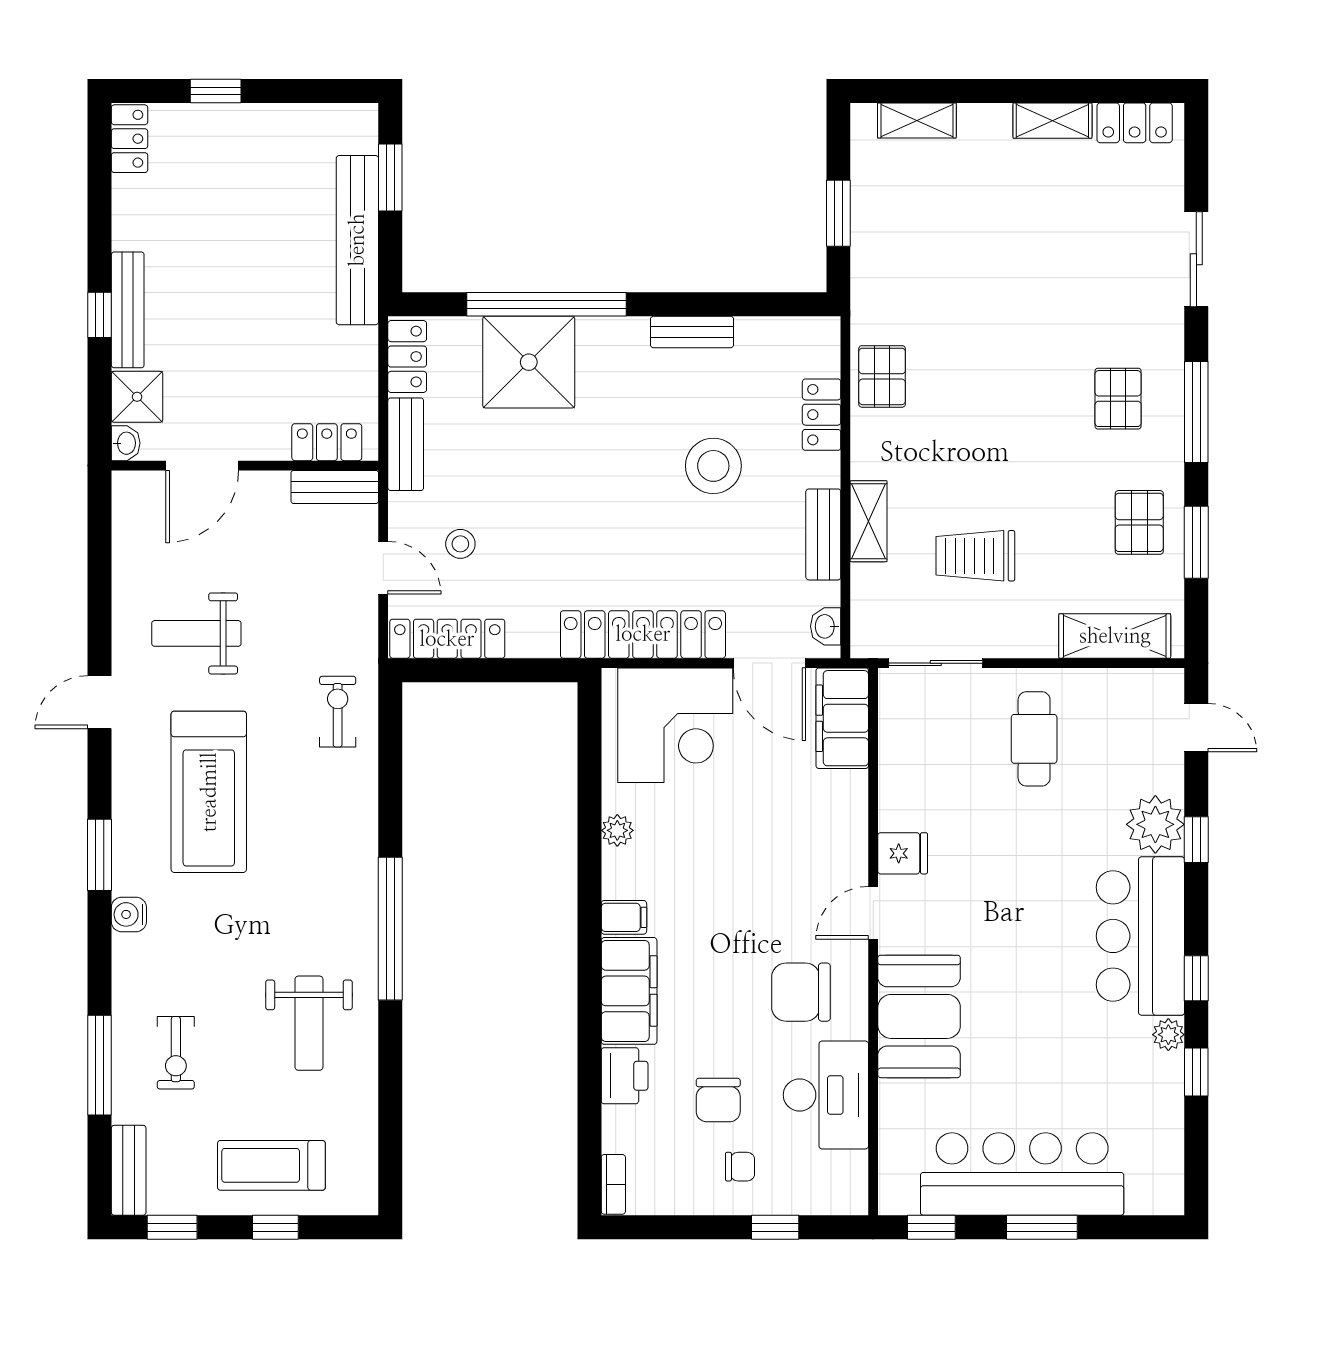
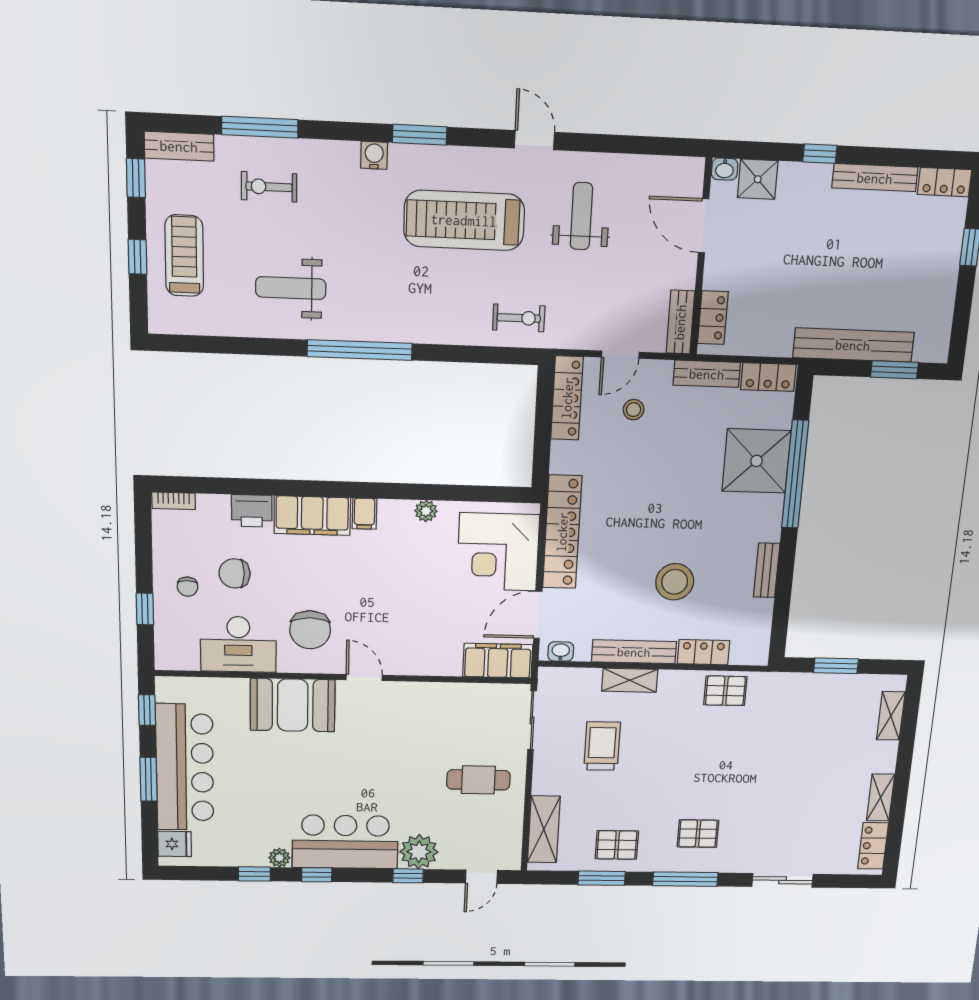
bench: (128, 310) -> (875, 178), moved
bench: (823, 534) -> (634, 652), width x1.36
fridge: (903, 853) -> (175, 844), moved, turned -90
chair: (801, 992) -> (310, 630), turned 180

